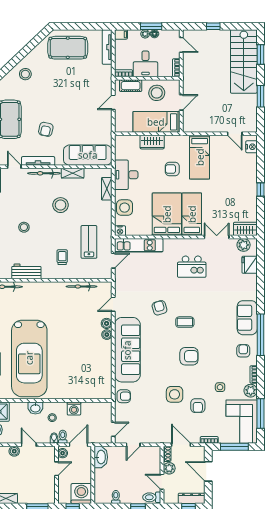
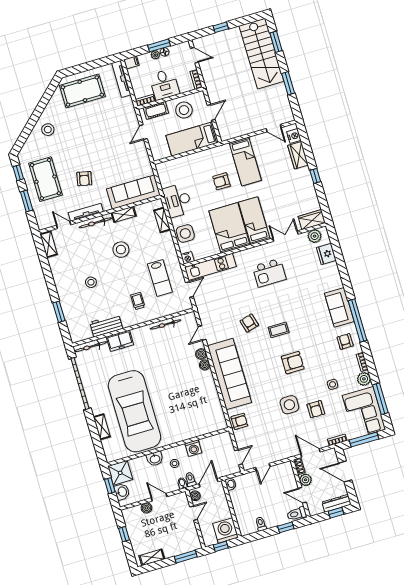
wardrobe: (152, 142) -> (298, 155), moved, turned 90
lab bench: (89, 242) -> (160, 278), turned 180
freezer: (35, 289) -> (120, 341), added
washbasin: (101, 457) -> (231, 484), width x0.52, depth x0.69

